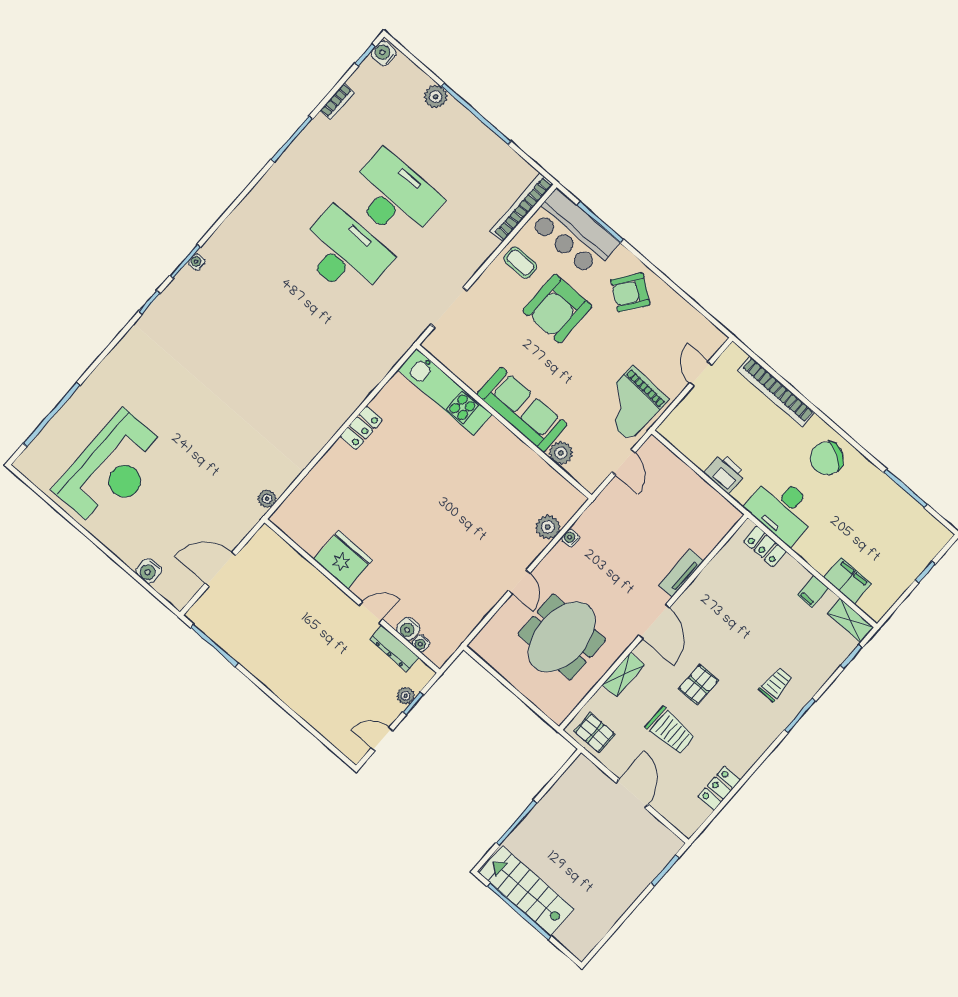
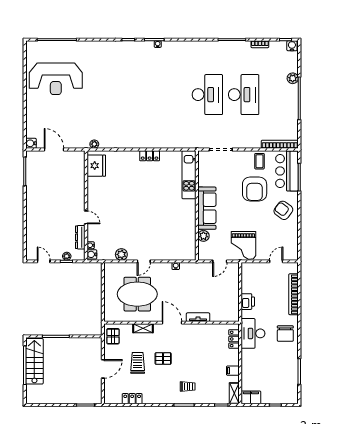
armchair: (557, 308) -> (255, 189), turned -90
grand piano: (631, 403) -> (243, 245), turned -93
chair: (827, 458) -> (285, 334), turned -121
plant: (548, 527) -> (121, 254), moved
fridge: (343, 560) -> (96, 166), moved
water cooler: (149, 571) -> (31, 143), moved
filing cabinet: (848, 581) -> (251, 397), moved, turned -90
door: (654, 622) -> (172, 323), swing flipped
water cooler: (408, 629) -> (92, 254), moved
trolley: (670, 731) -> (138, 363), turned 180

